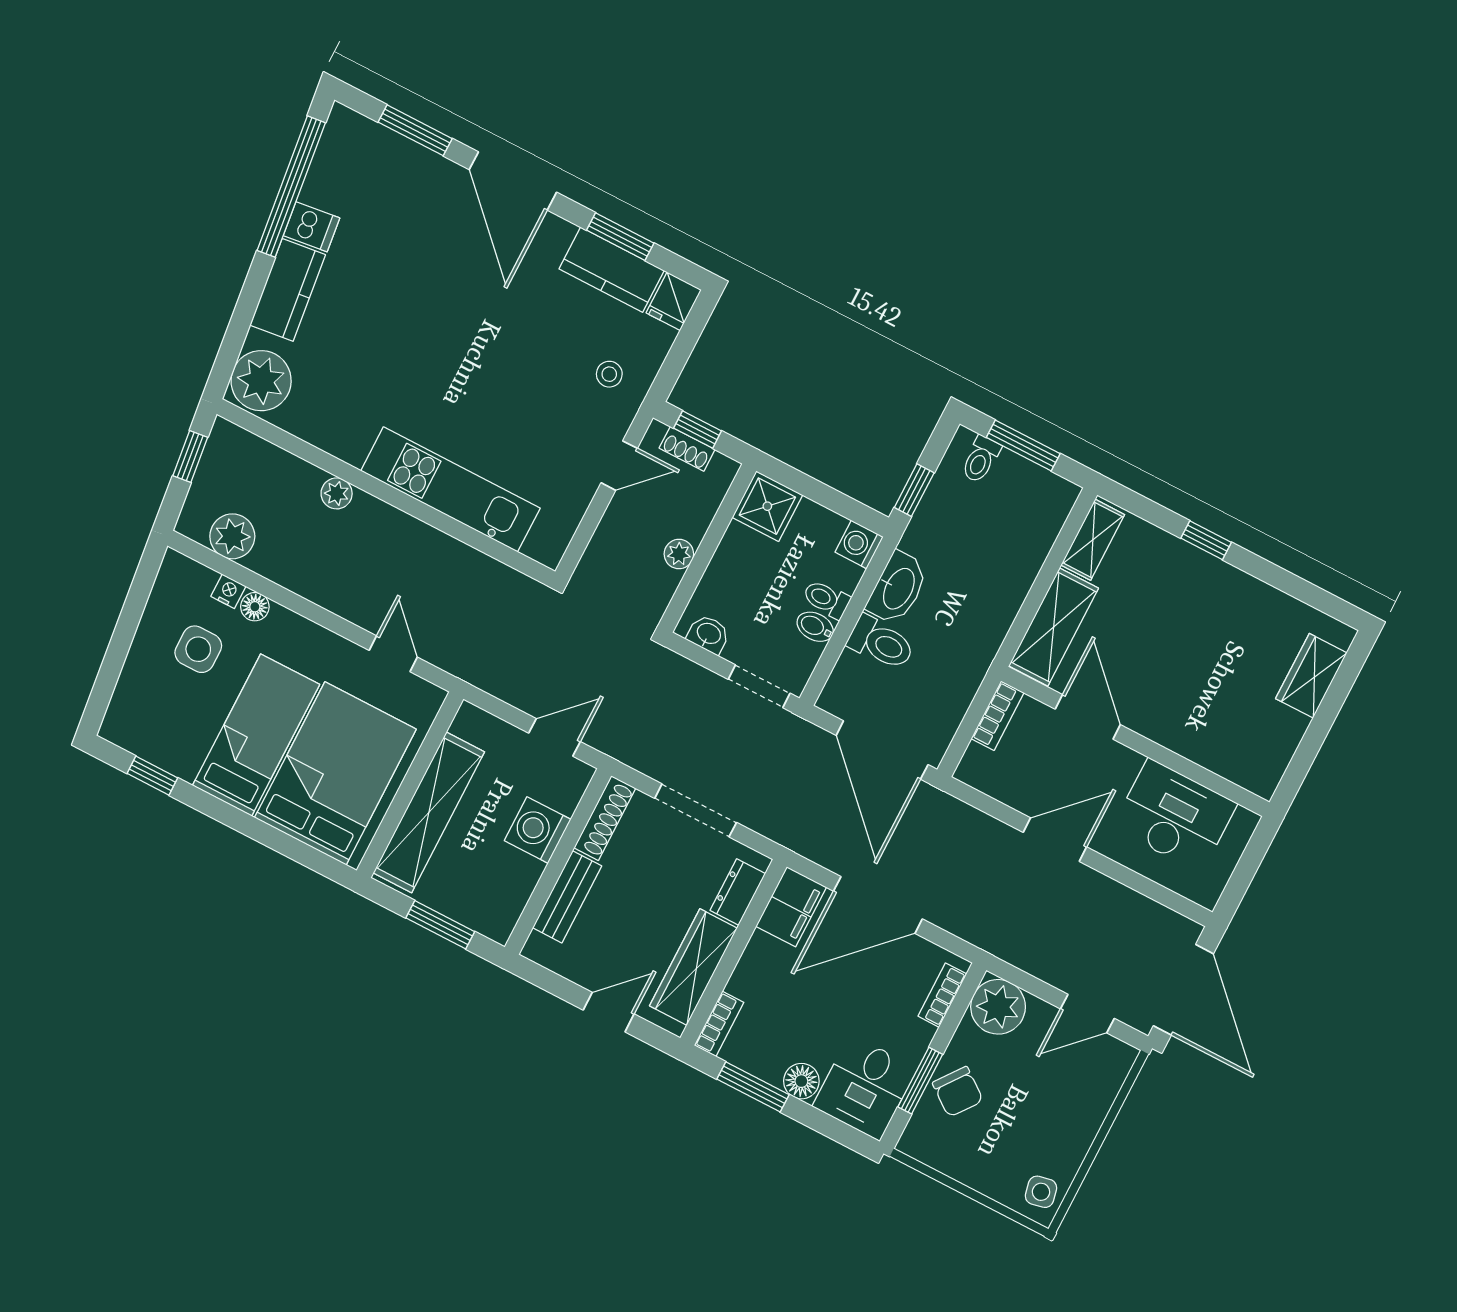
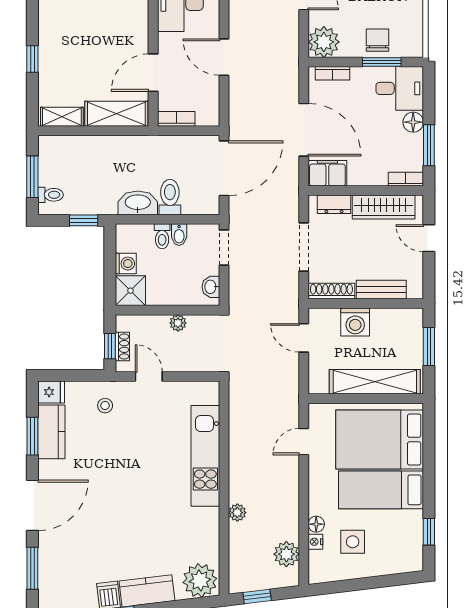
washing machine: (859, 544) -> (126, 264), moved, turned -90
chair: (958, 1092) -> (377, 40), turned -37

